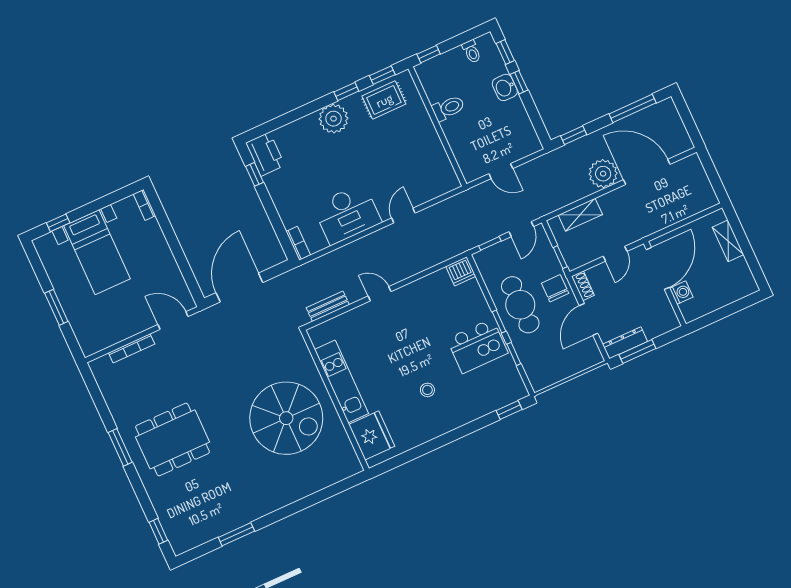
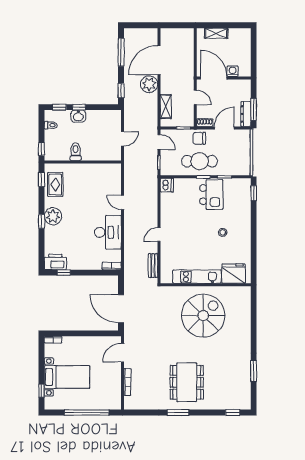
window: (346, 92) -> (41, 221), moved
window: (56, 307) -> (87, 413), width x2.11
door: (589, 319) -> (224, 128), swing flipped

